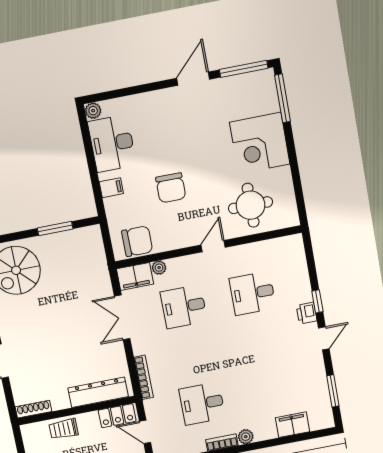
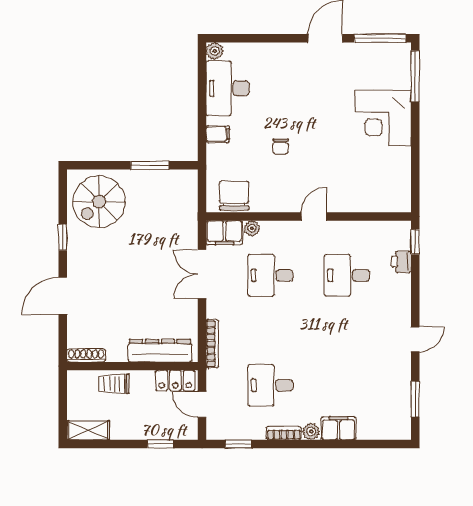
chair: (171, 188) -> (281, 146), width x0.54, depth x0.54
round table: (251, 205) -> (362, 181), removed
chair: (137, 241) -> (234, 196), turned -90
window: (317, 301) -> (415, 242), moved
printer: (307, 313) -> (401, 262), moved
filing cabinet: (293, 425) -> (338, 428), moved

